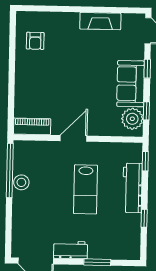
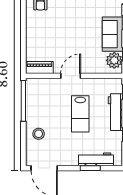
stool: (21, 182) -> (39, 134), moved
workbench: (71, 250) -> (96, 159), moved, width x1.38

